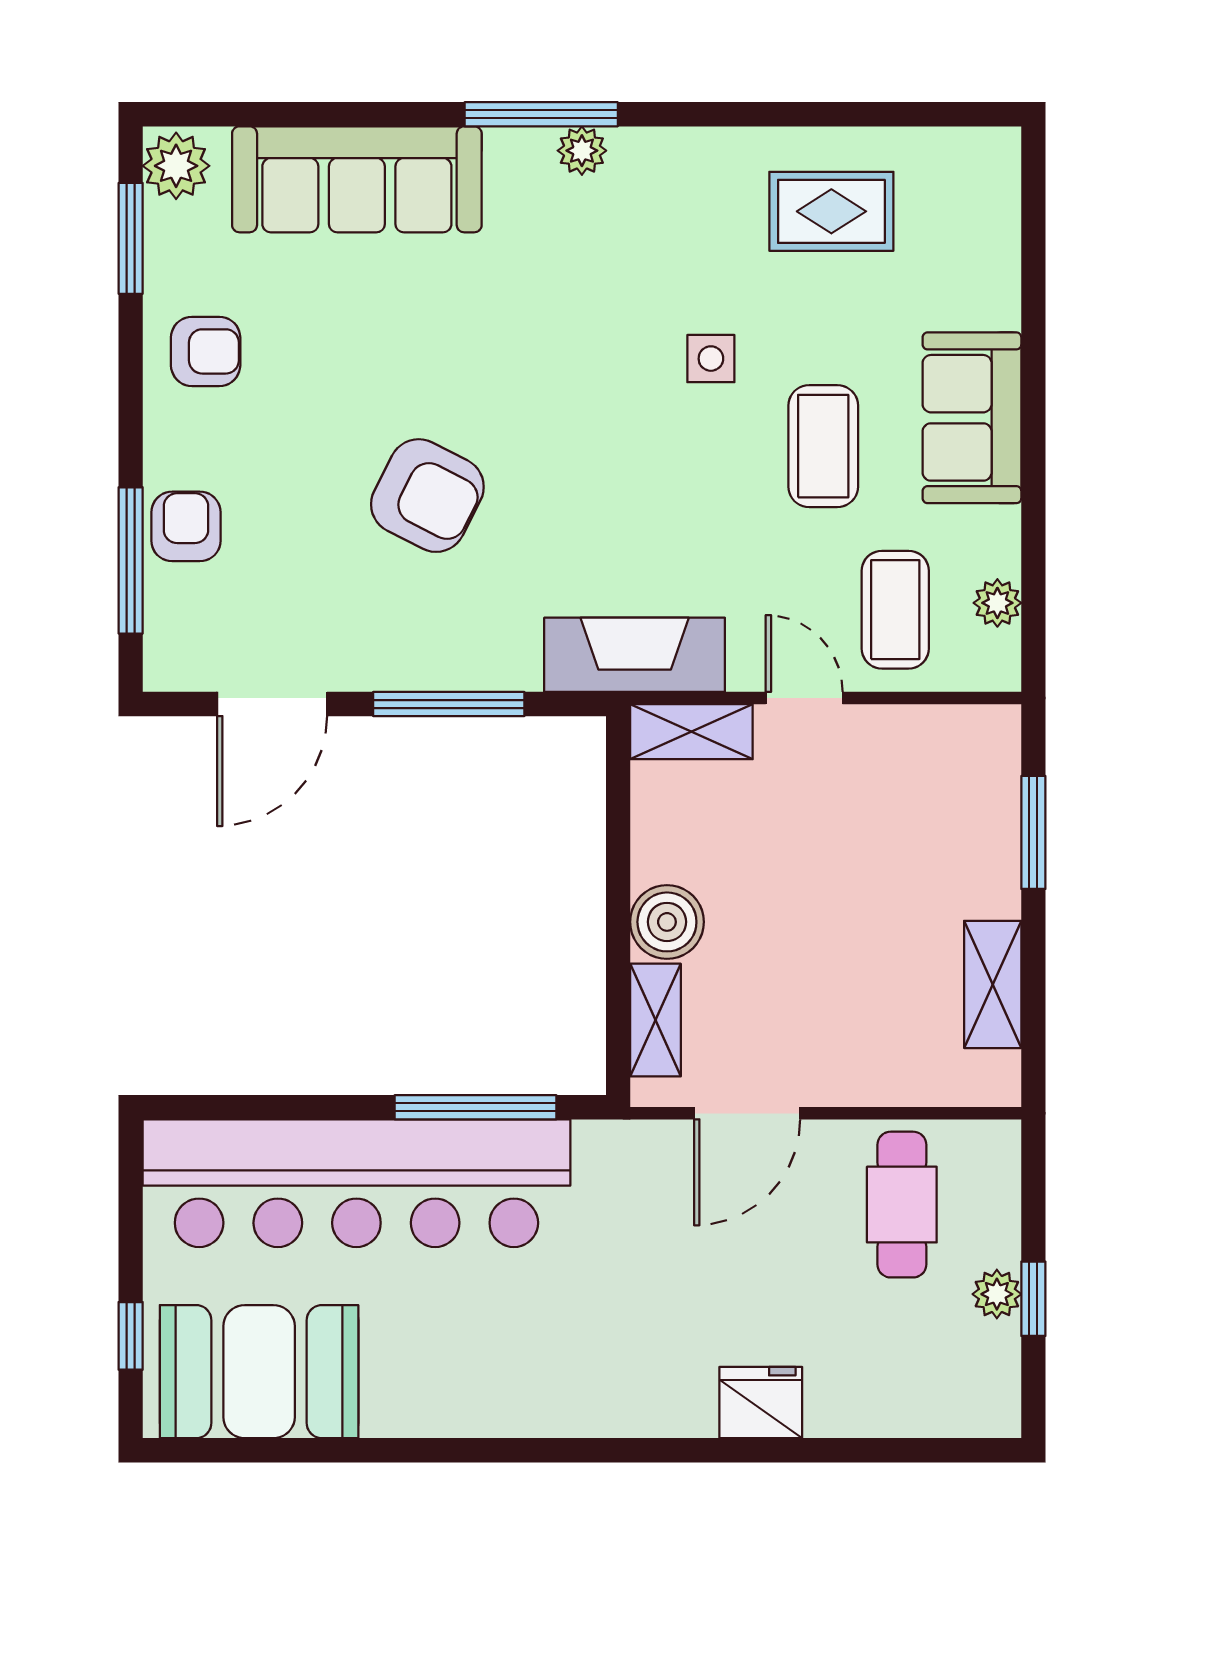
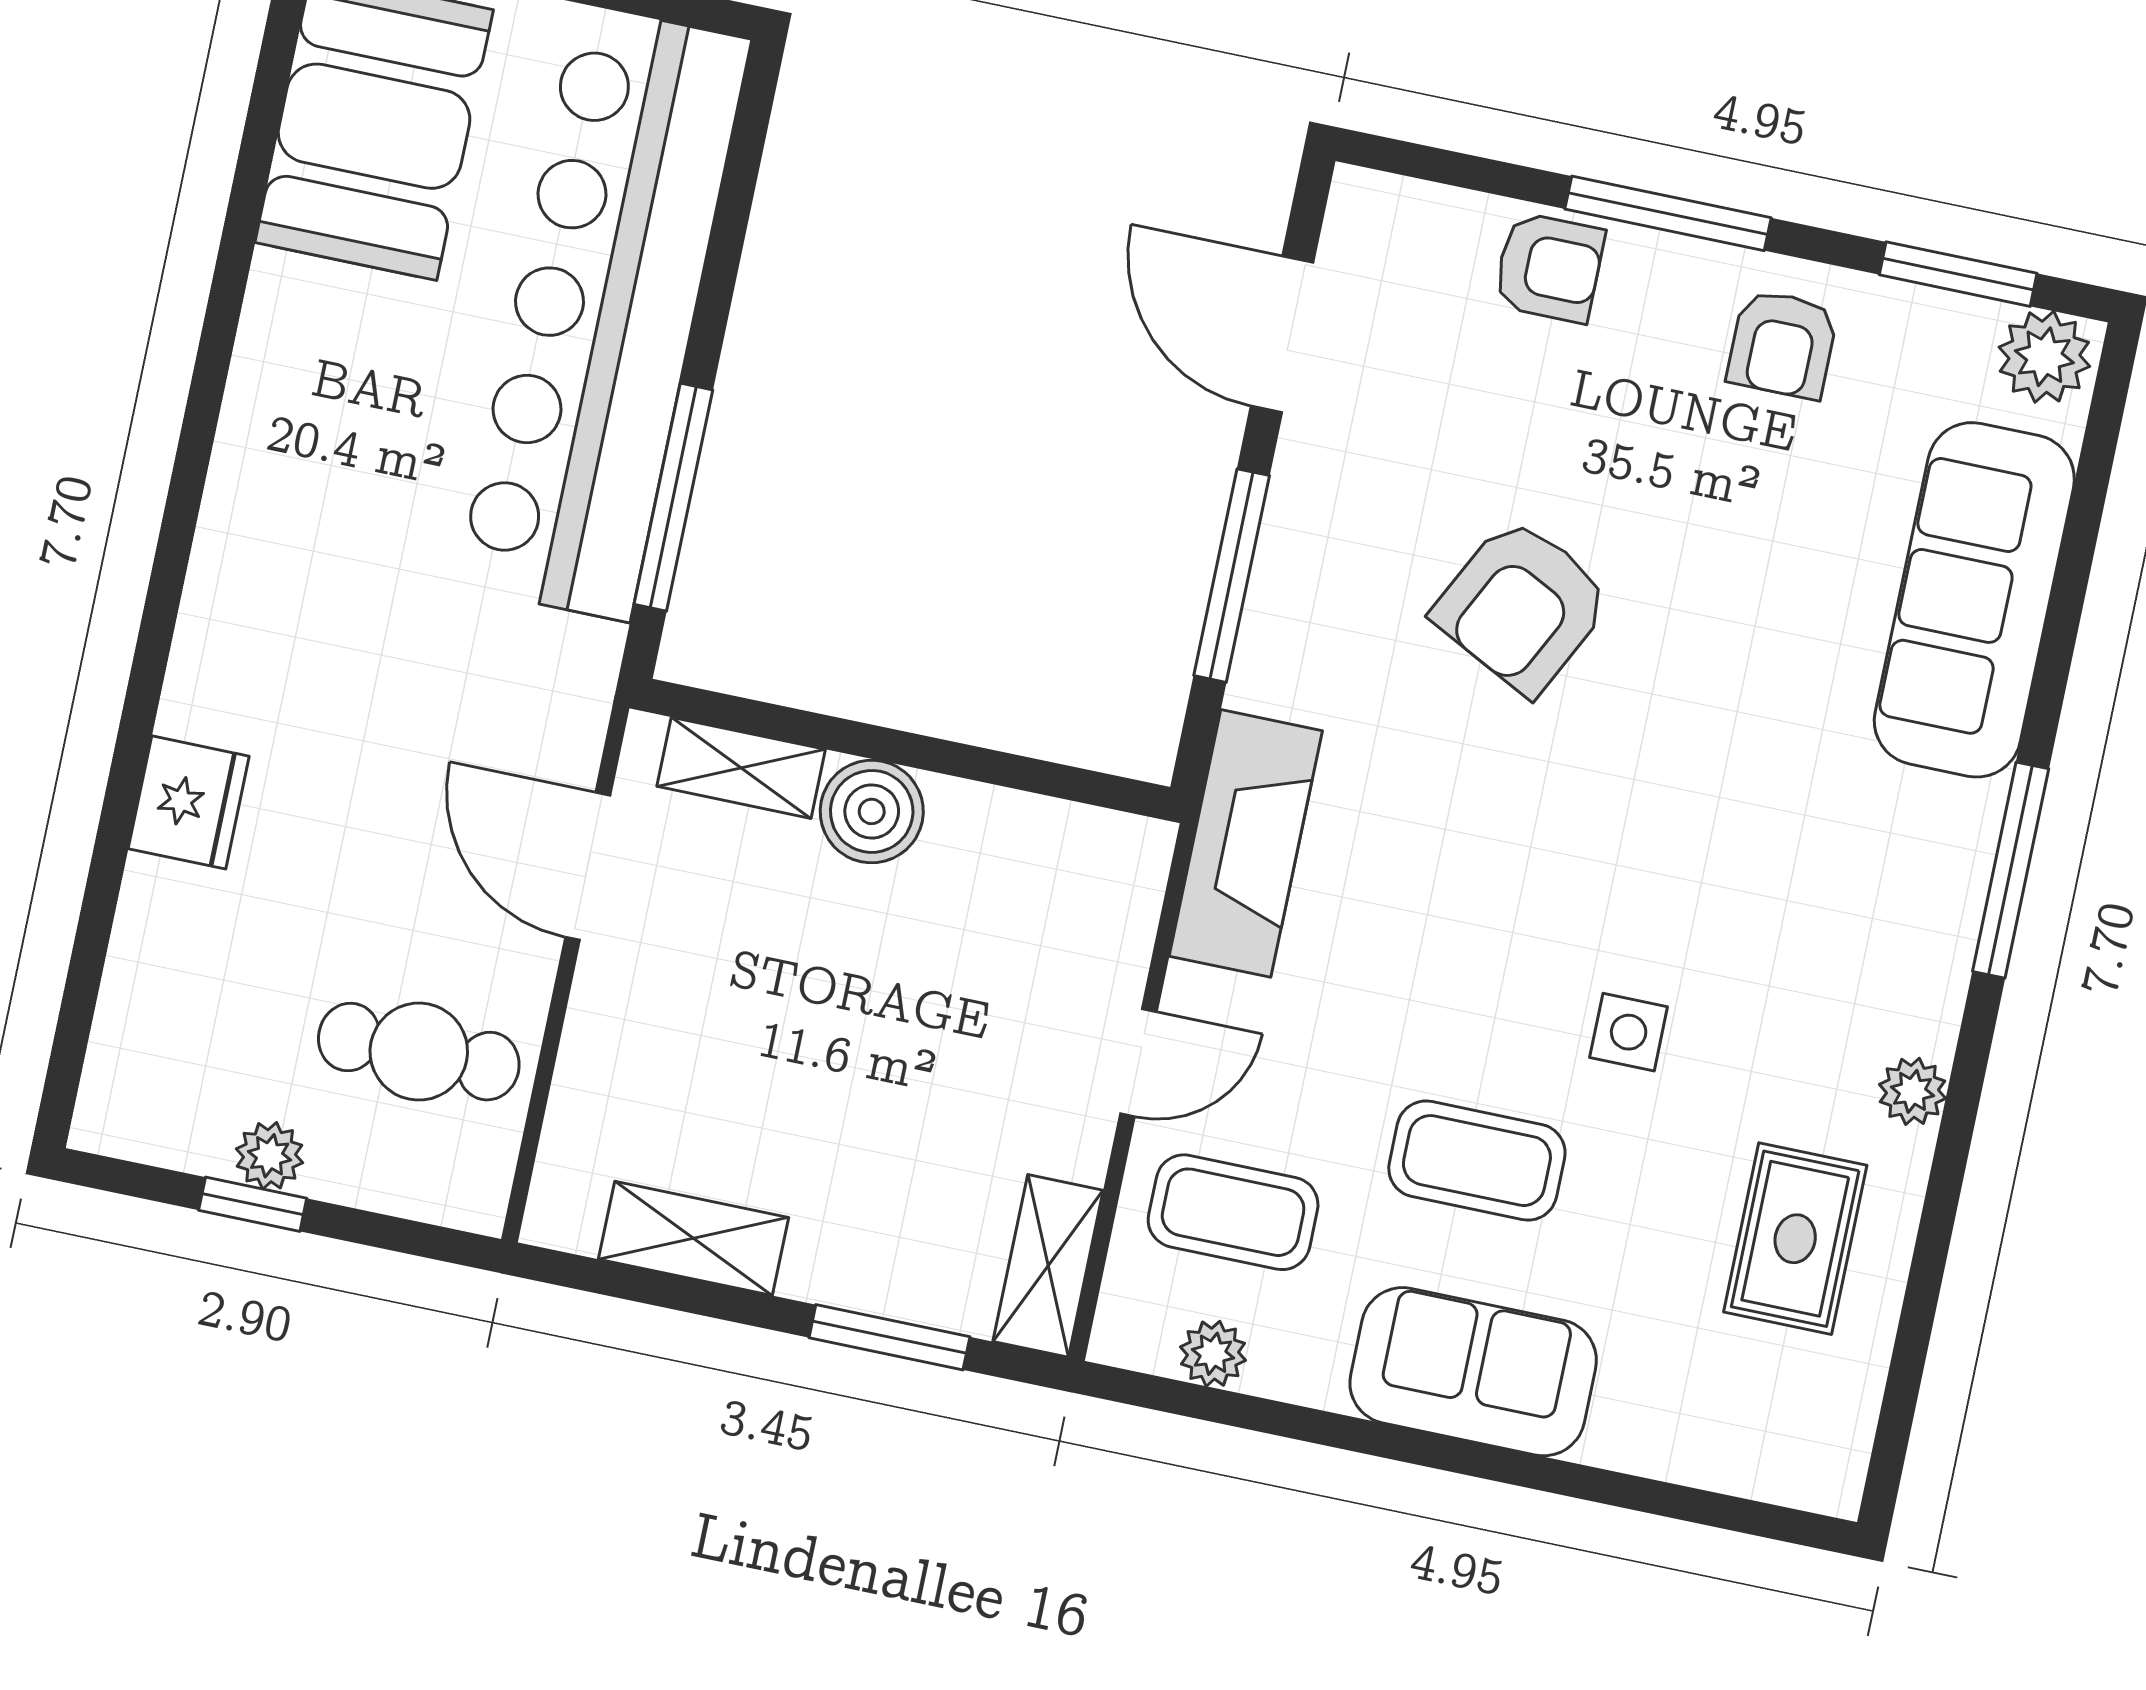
plant: (582, 151) -> (1913, 1091), moved
window: (131, 560) -> (1668, 213), moved
shelving: (691, 732) -> (1048, 1266), moved

